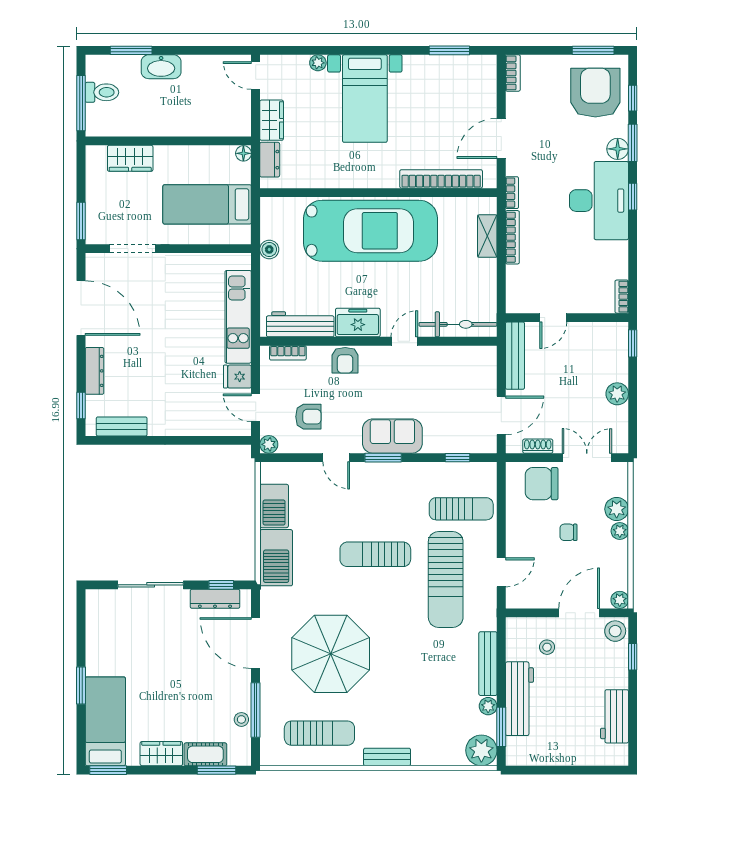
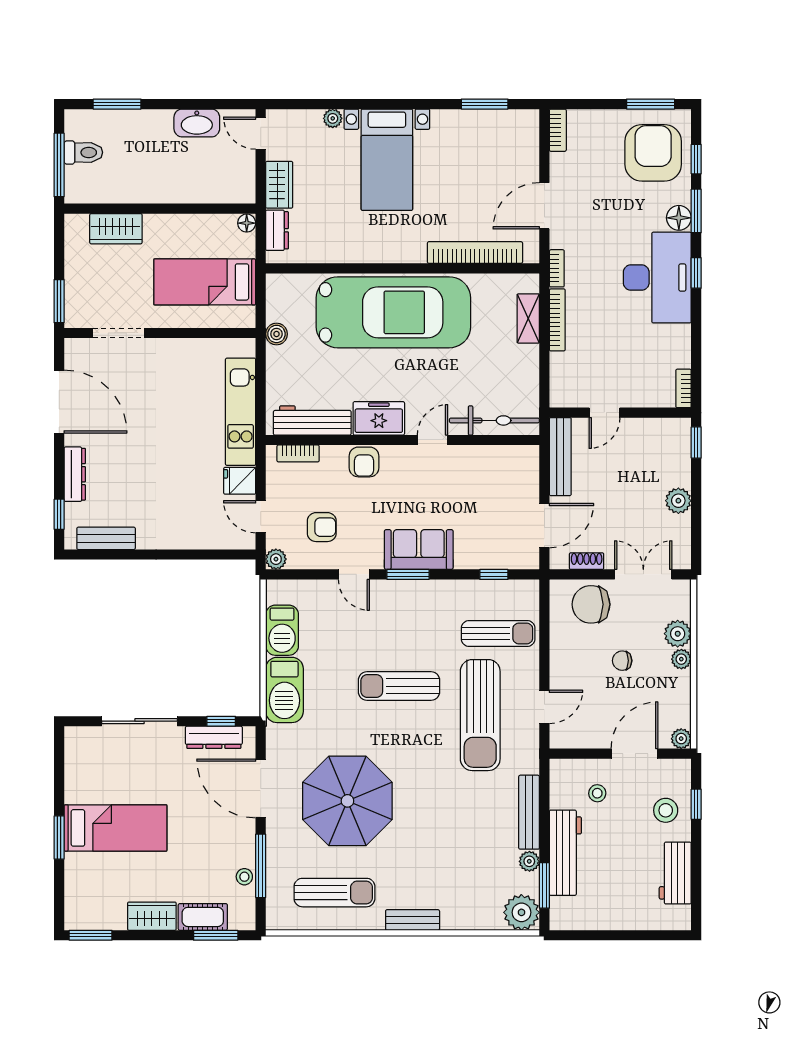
washbasin: (161, 67) -> (197, 123), moved
stool: (615, 631) -> (666, 810), moved
bed: (105, 721) -> (115, 828), moved, turned 90

